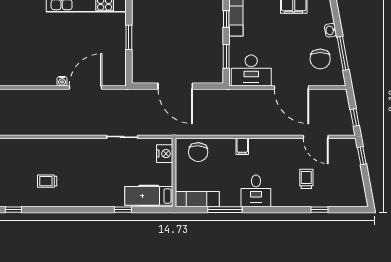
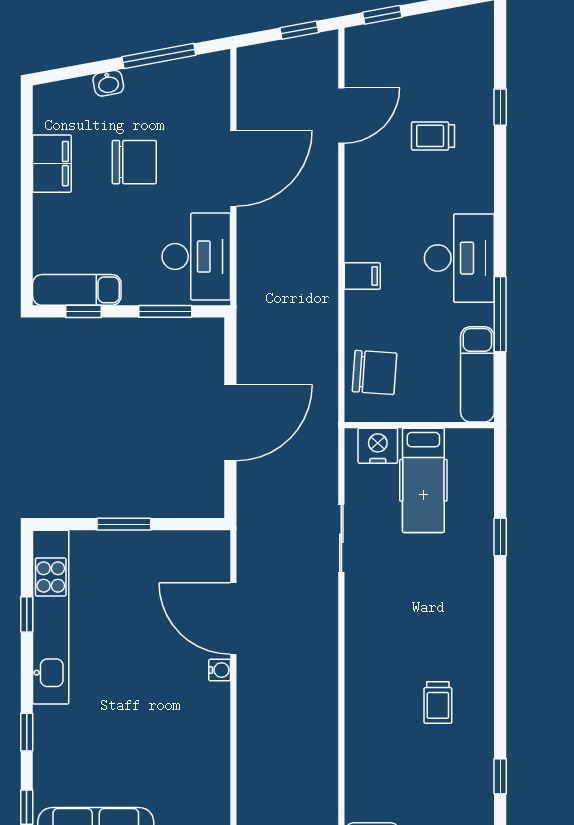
chair: (320, 59) -> (134, 162), moved
desk: (256, 191) -> (459, 258), width x1.37
hospital bed: (149, 196) -> (423, 480), moved

